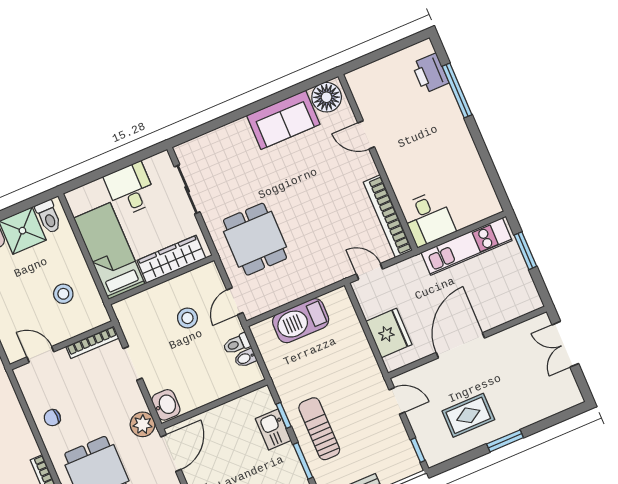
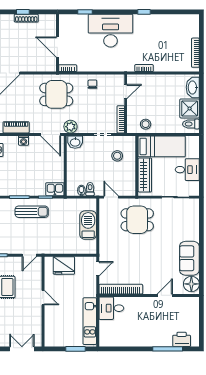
stool: (63, 294) -> (146, 124), moved
stool: (187, 318) -> (117, 156), moved
door: (460, 345) -> (43, 298), width x0.53
kitchen sink: (273, 430) -> (55, 189), moved

